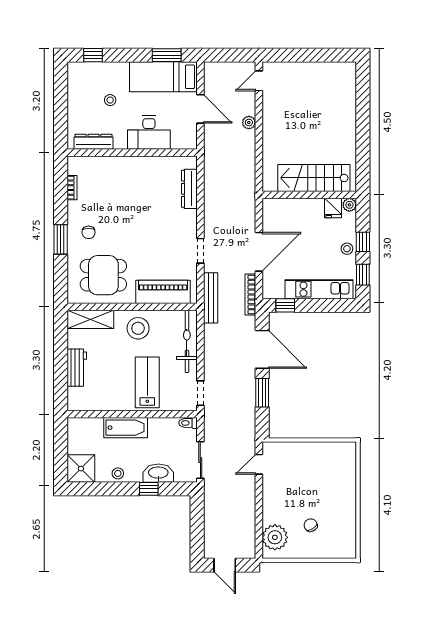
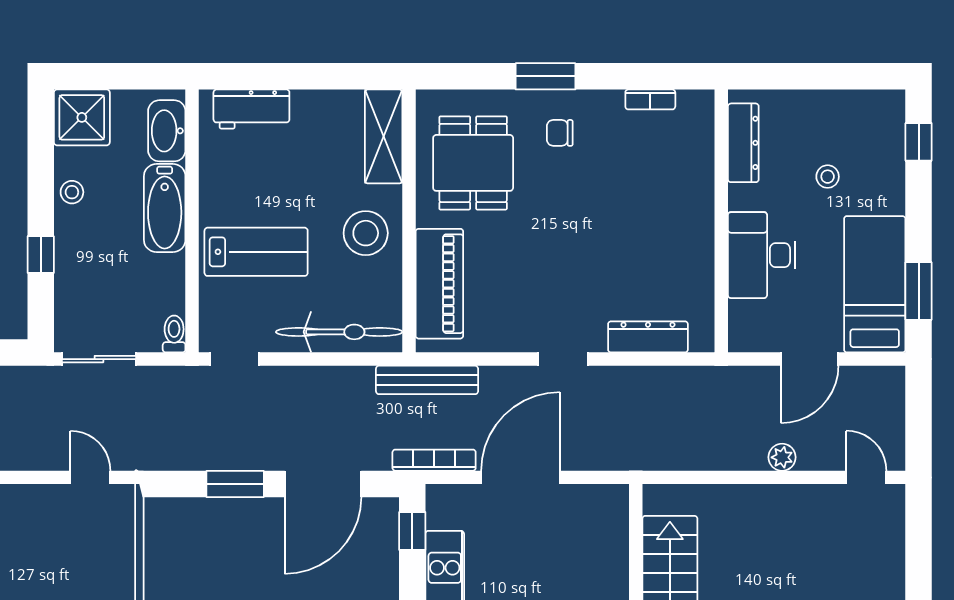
doorway: (200, 251) -> (563, 359), moved
door: (259, 252) -> (520, 477), swing flipped
workbench: (77, 368) -> (251, 109), moved
washbasin: (158, 473) -> (167, 131), moved, turned 180

